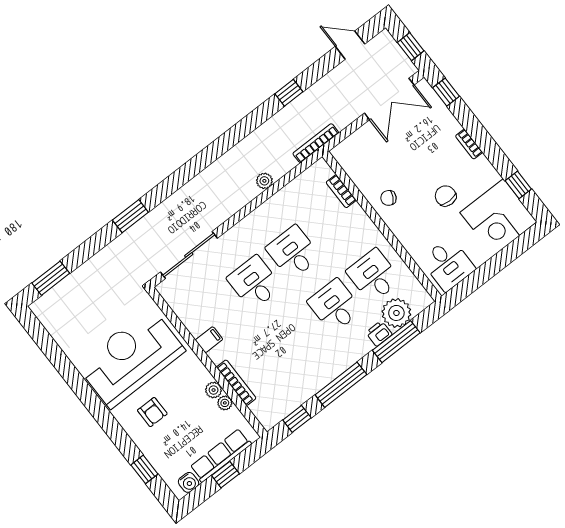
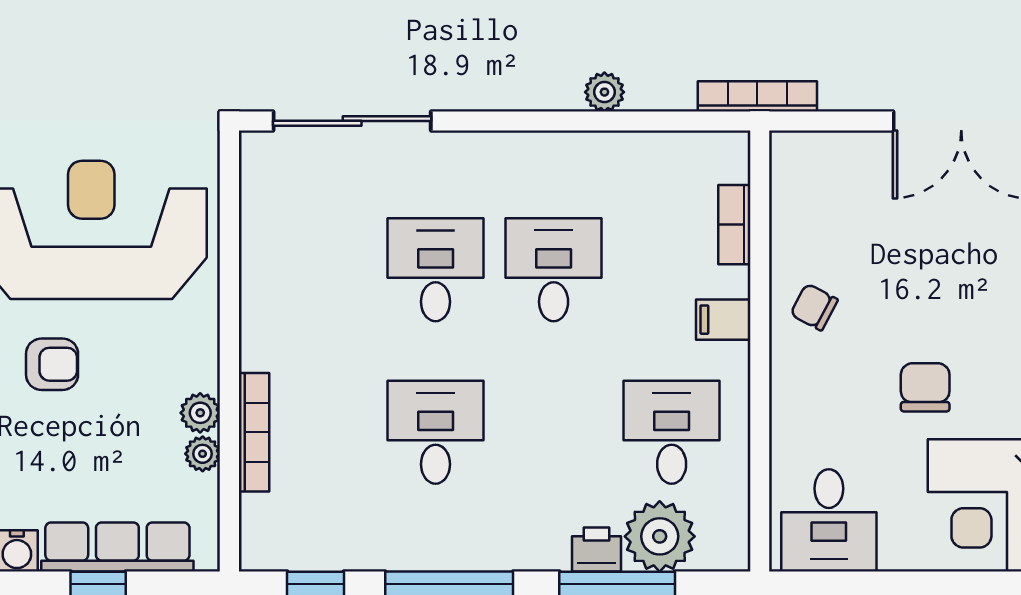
desk: (335, 306) -> (436, 432), moved
filing cabinet: (209, 340) -> (723, 320), moved, turned 180
armchair: (152, 412) -> (52, 364), turned -90

